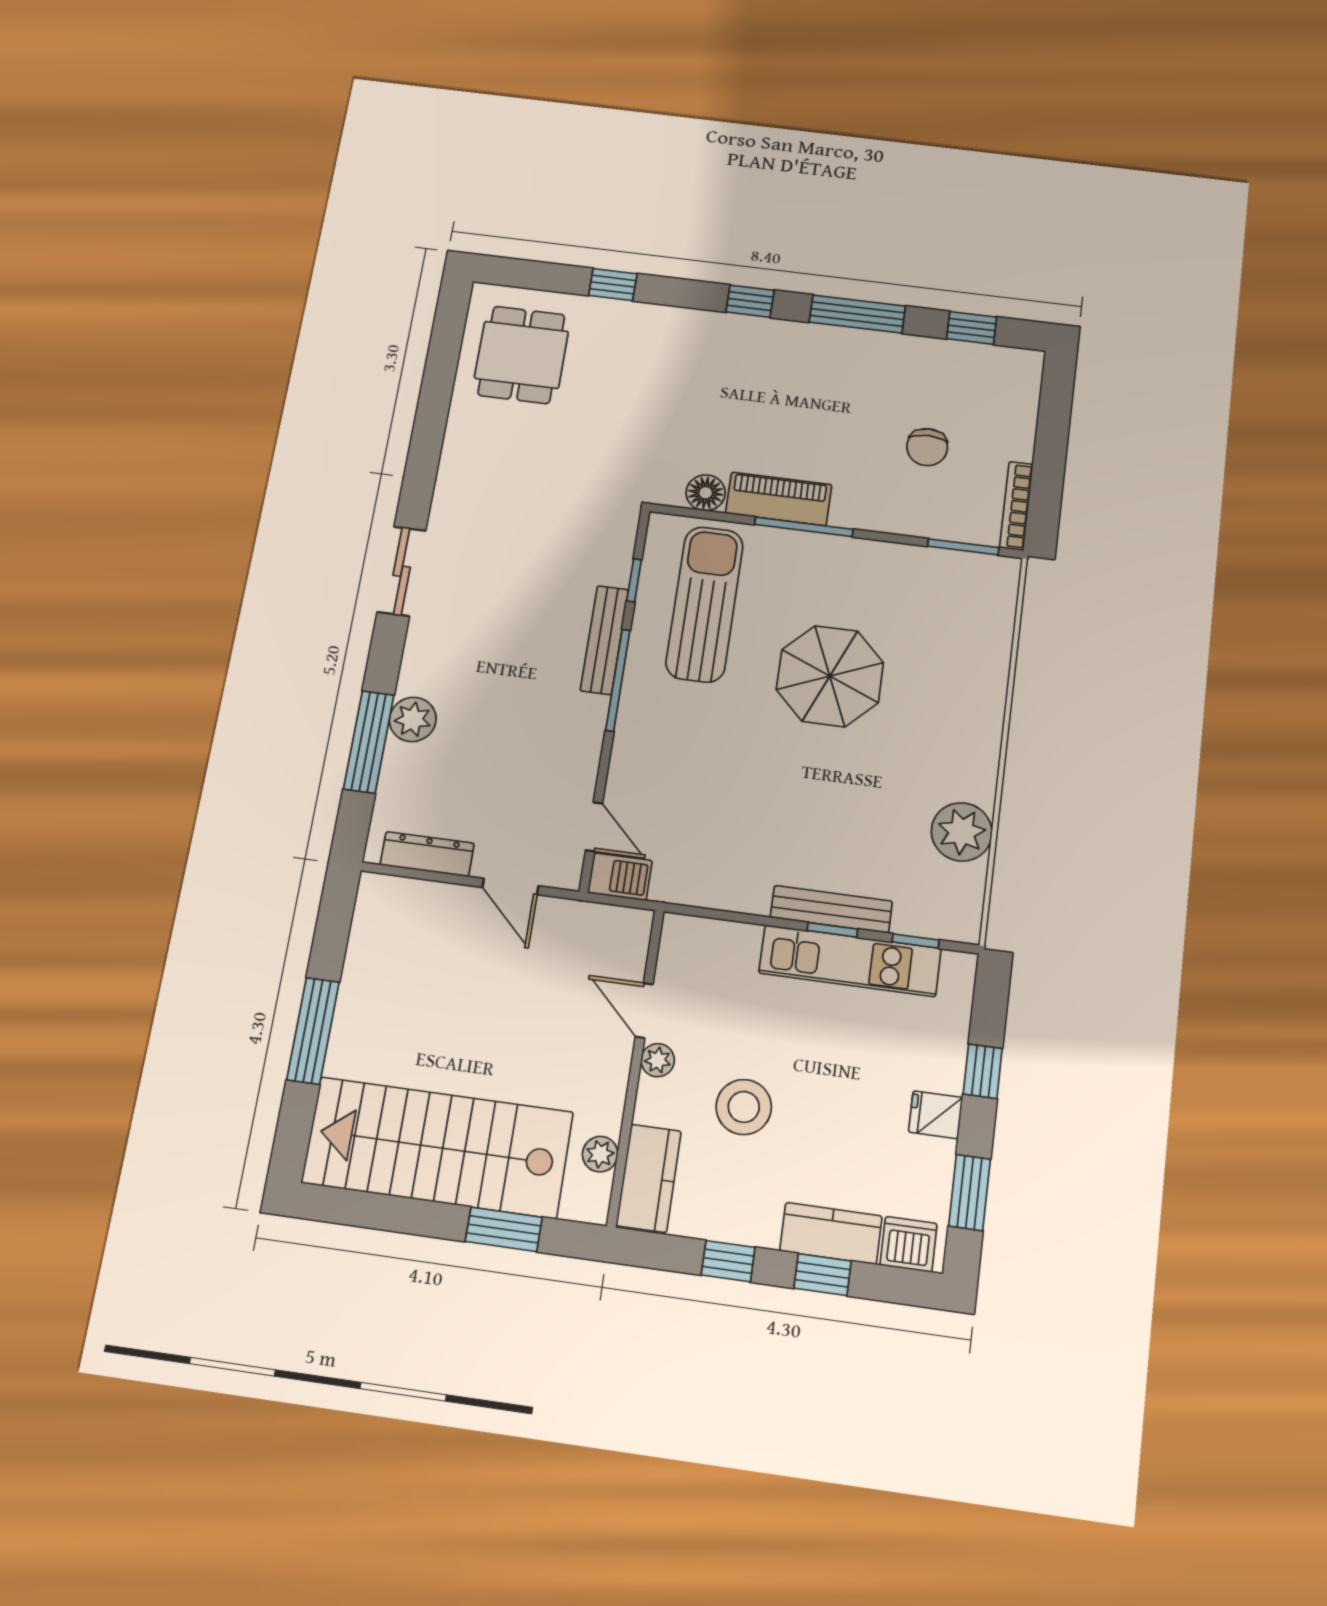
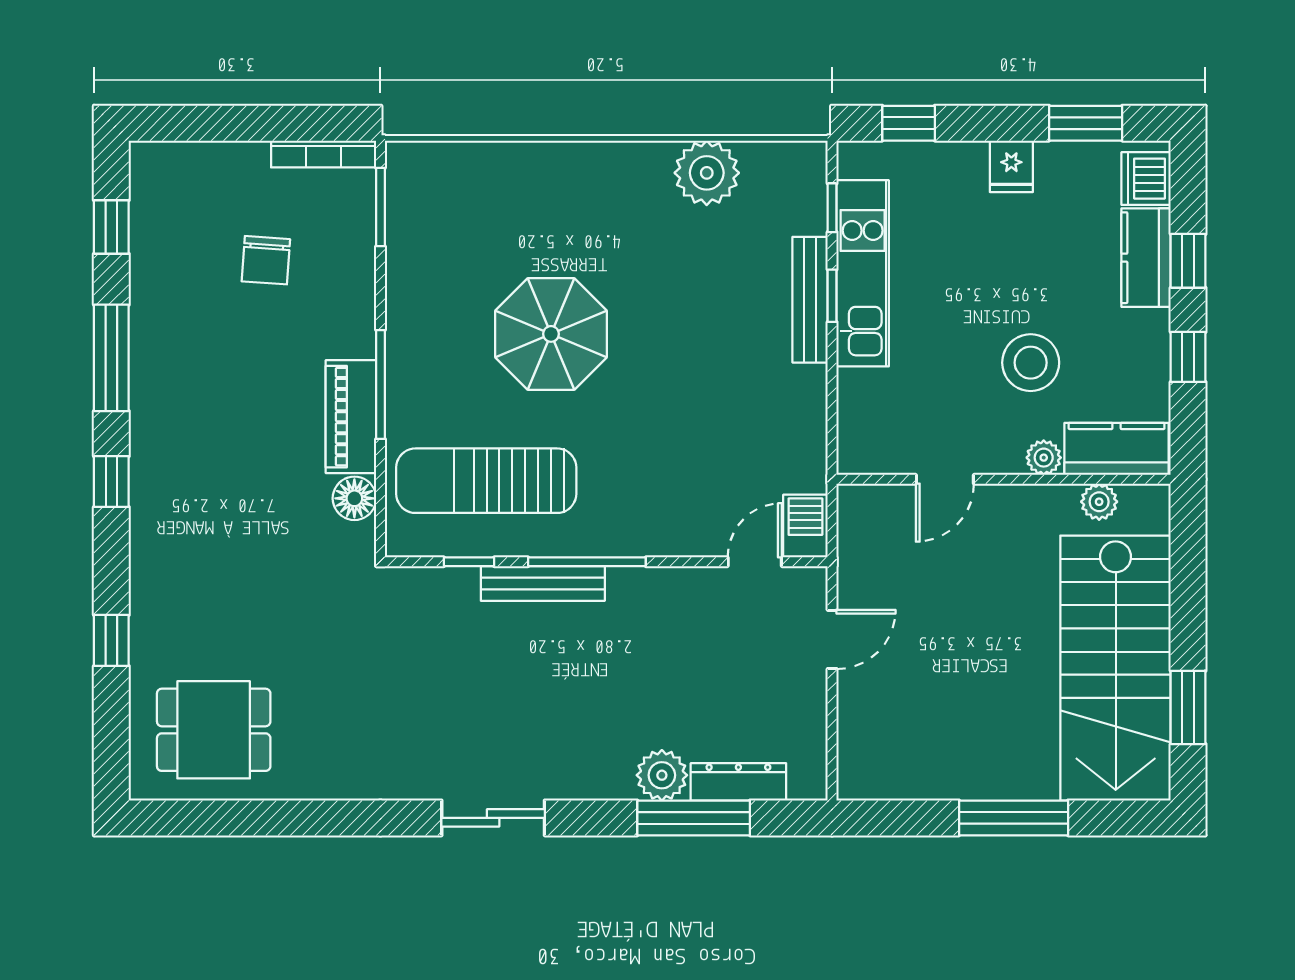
chair: (927, 447) -> (266, 260), turned 94
dresser: (427, 854) -> (738, 782), moved, turned 90
plant: (658, 1060) -> (1044, 458), moved
window: (983, 1071) -> (909, 123), moved
window: (504, 1229) -> (1188, 707), moved

